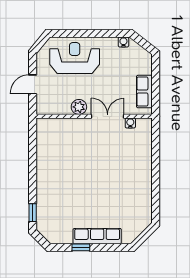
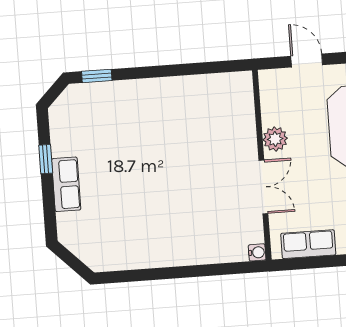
water cooler: (130, 123) -> (257, 252), moved
row of seats: (97, 236) -> (66, 184), width x0.68

